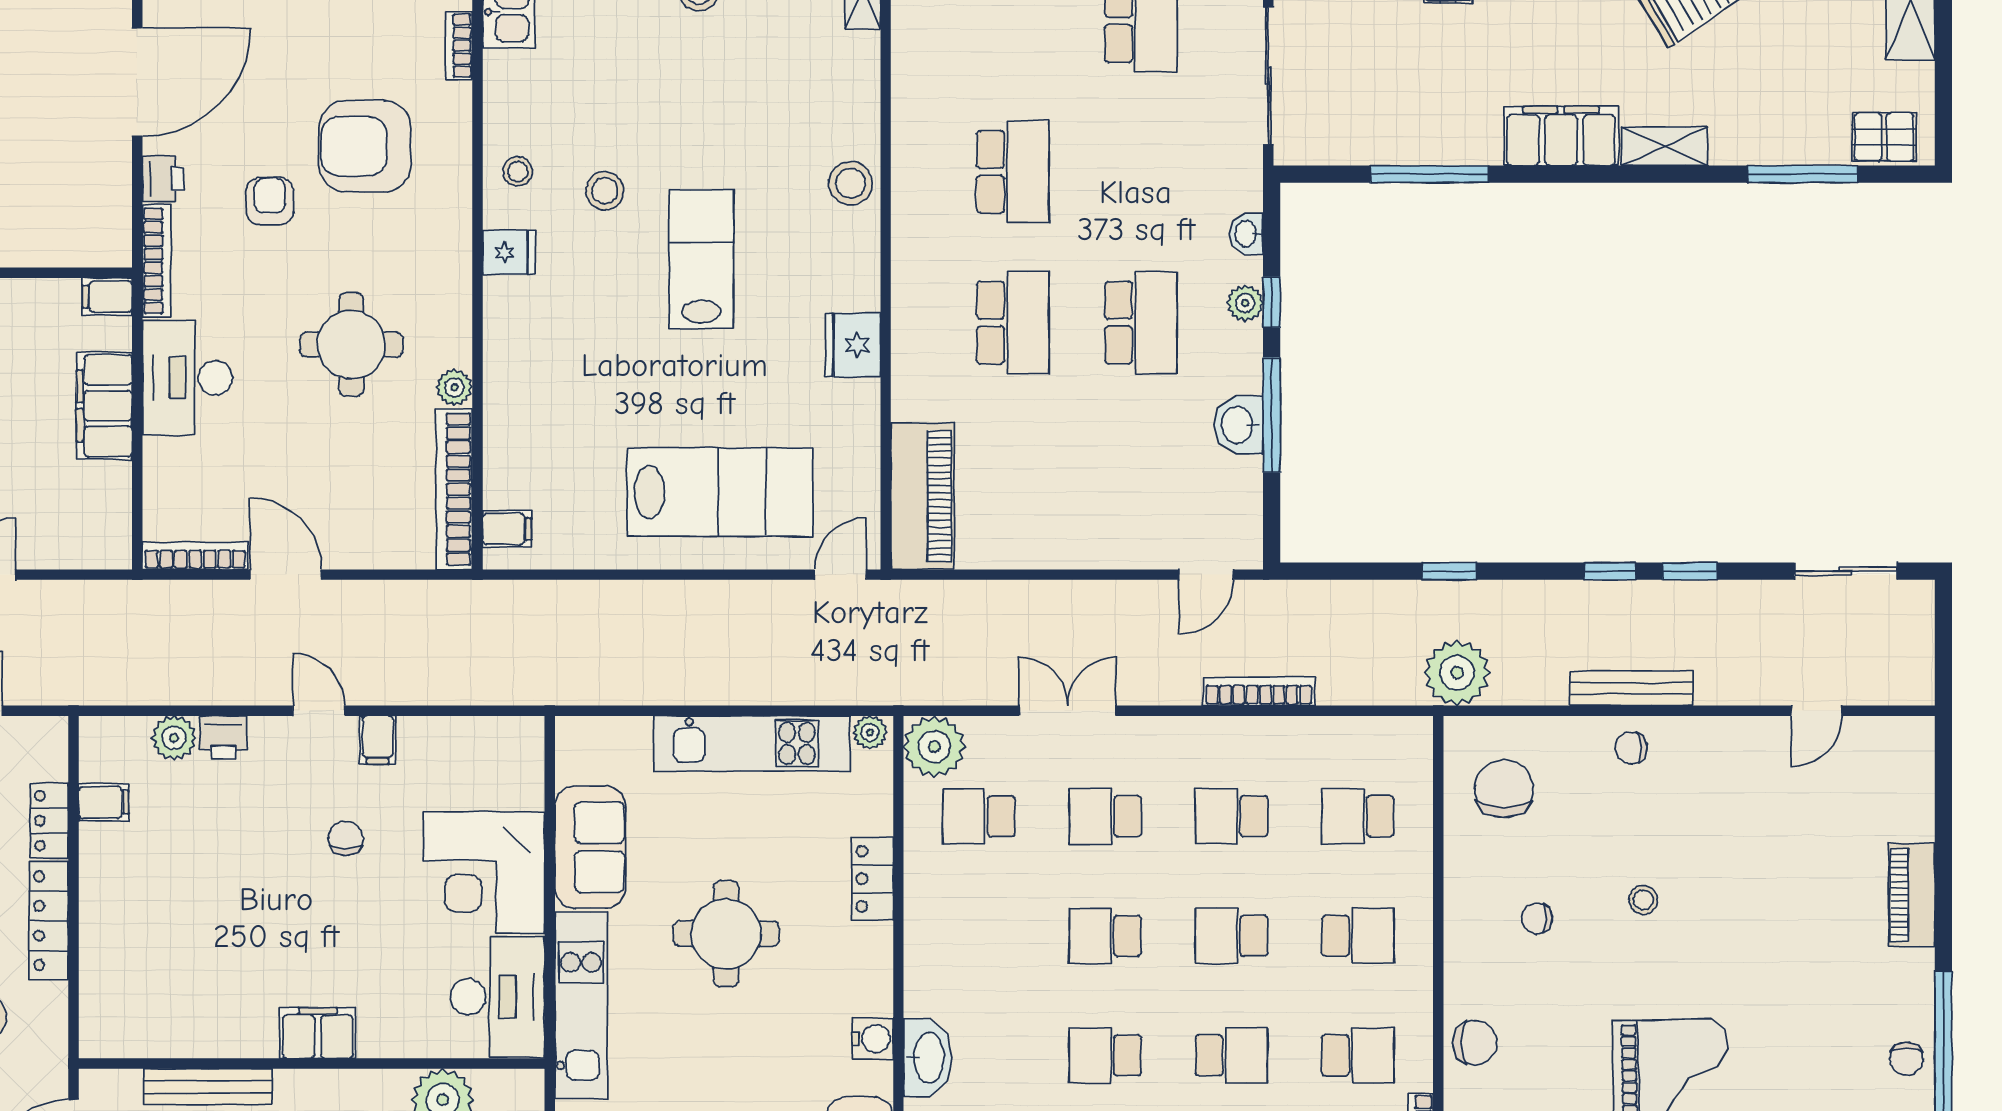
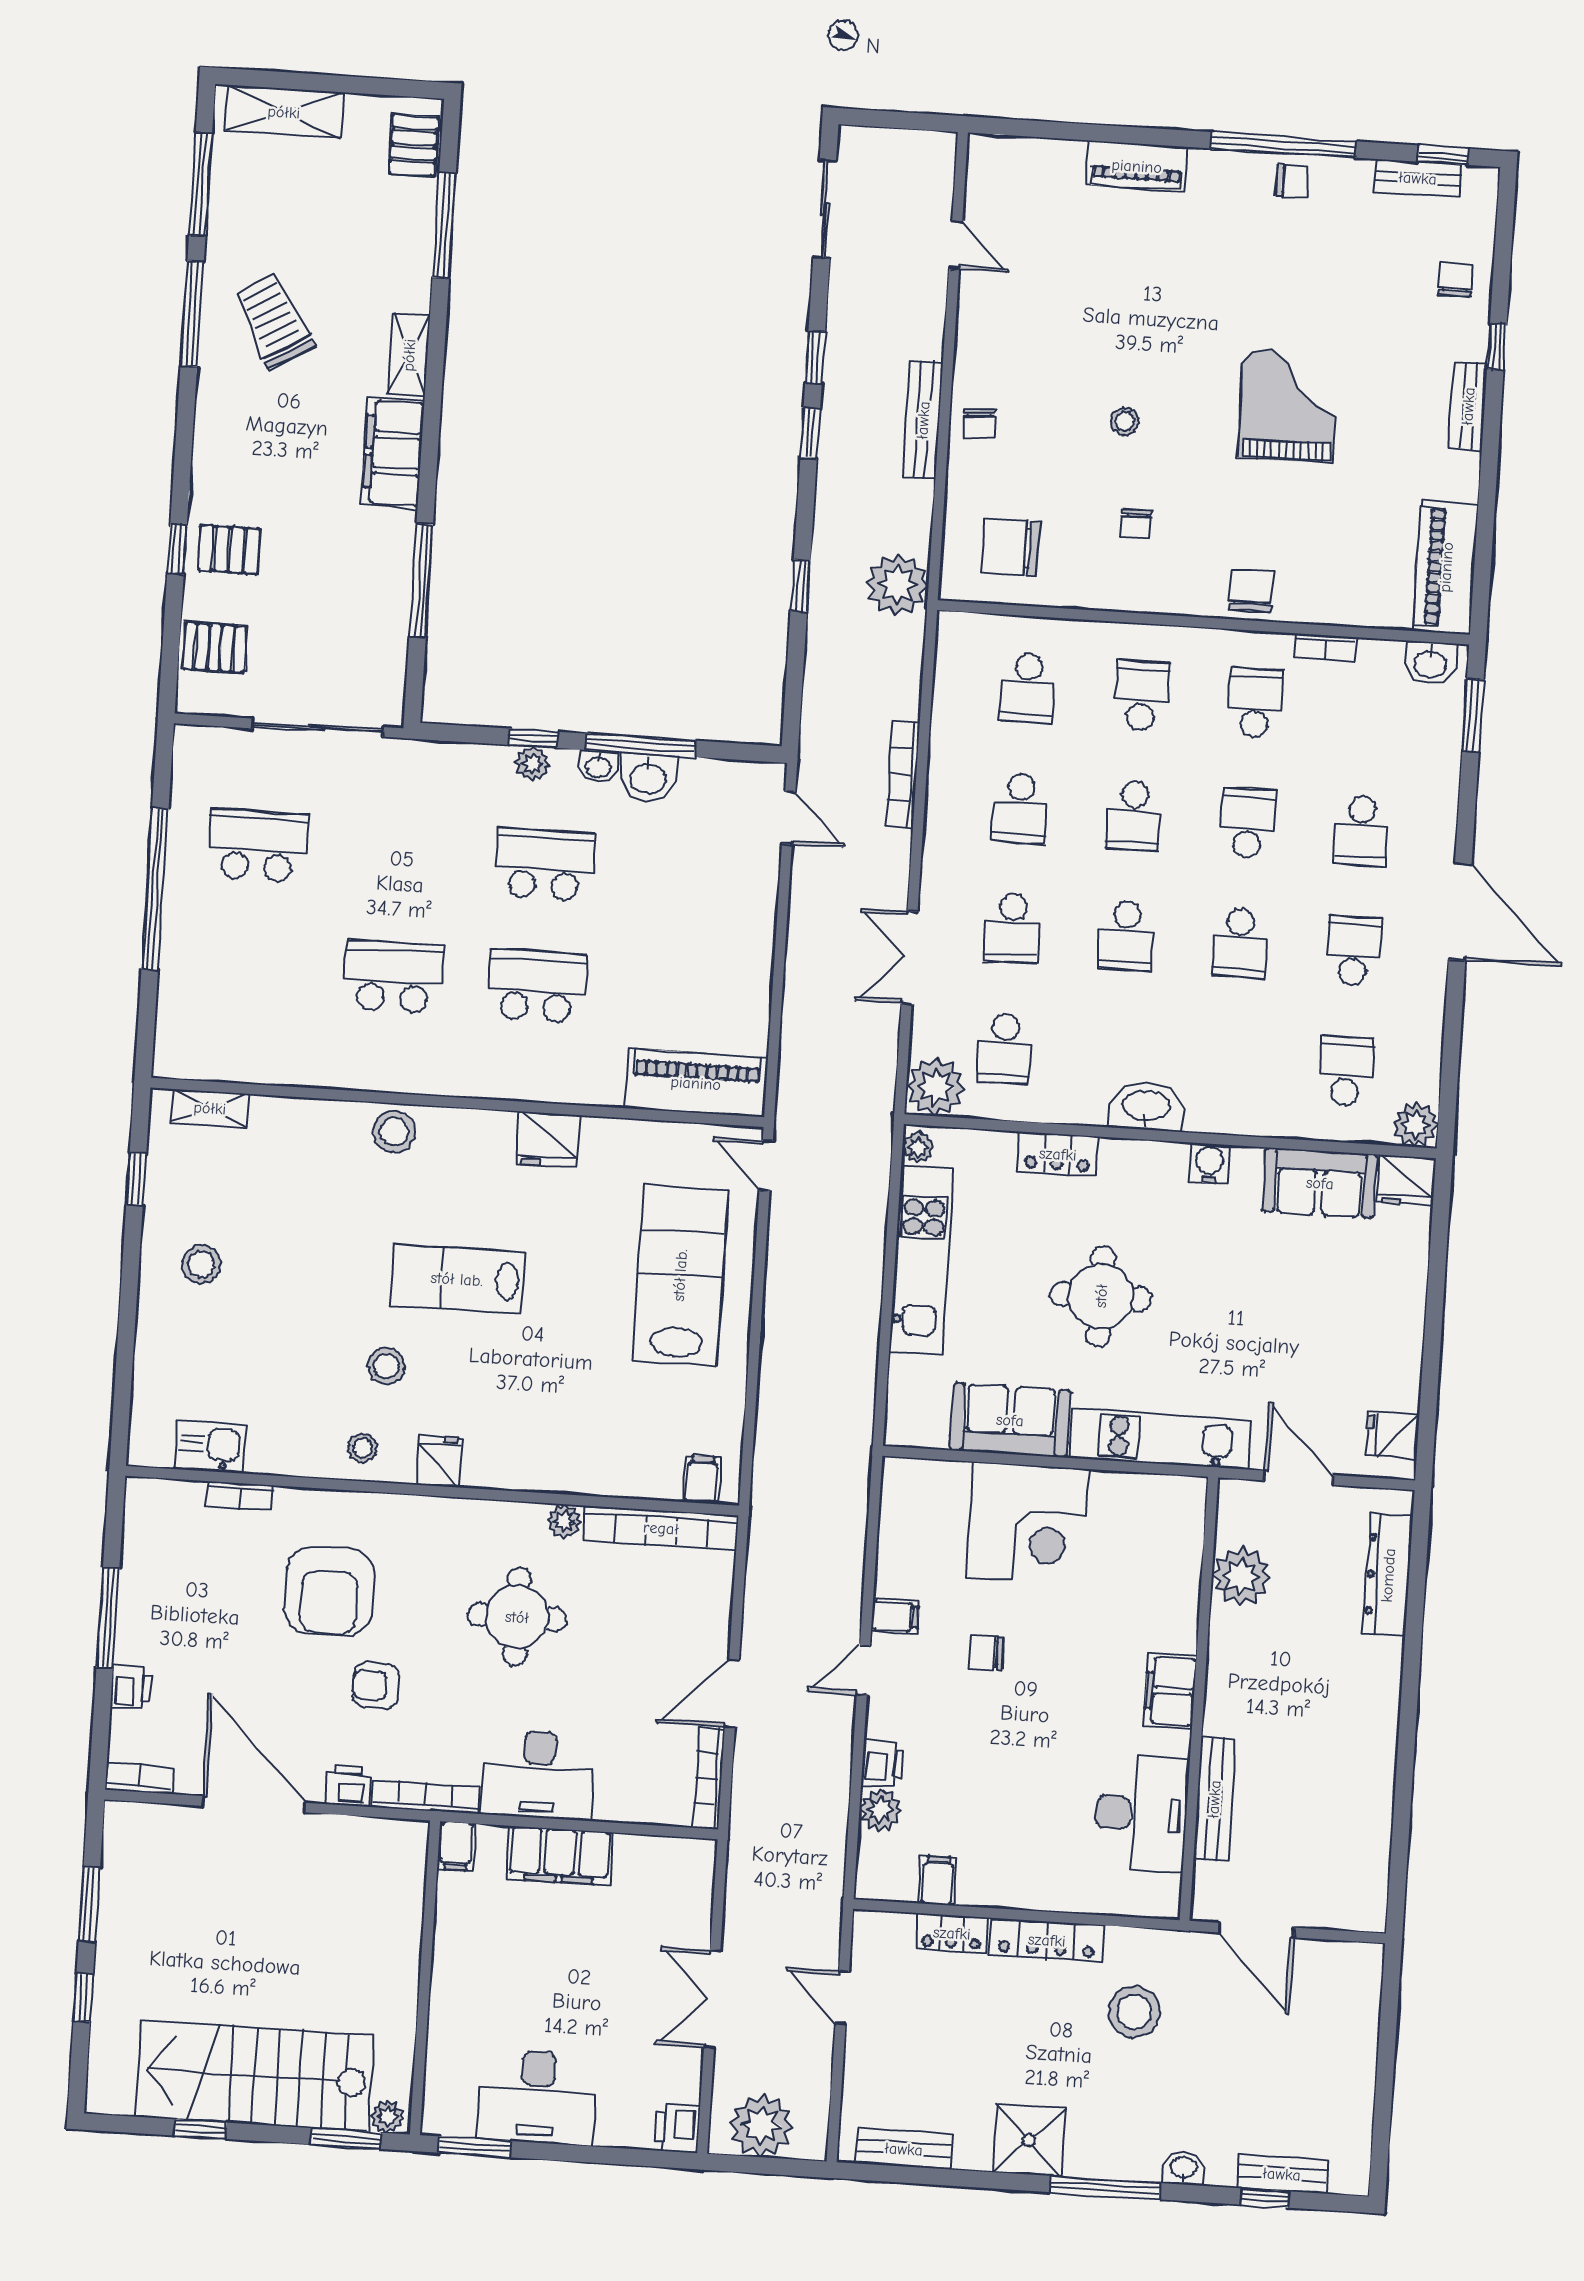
washbasin: (1247, 234) -> (598, 767), moved
desk: (497, 997) -> (1141, 1814), moved, turned 90
washbasin: (927, 1058) -> (1146, 1107), moved

